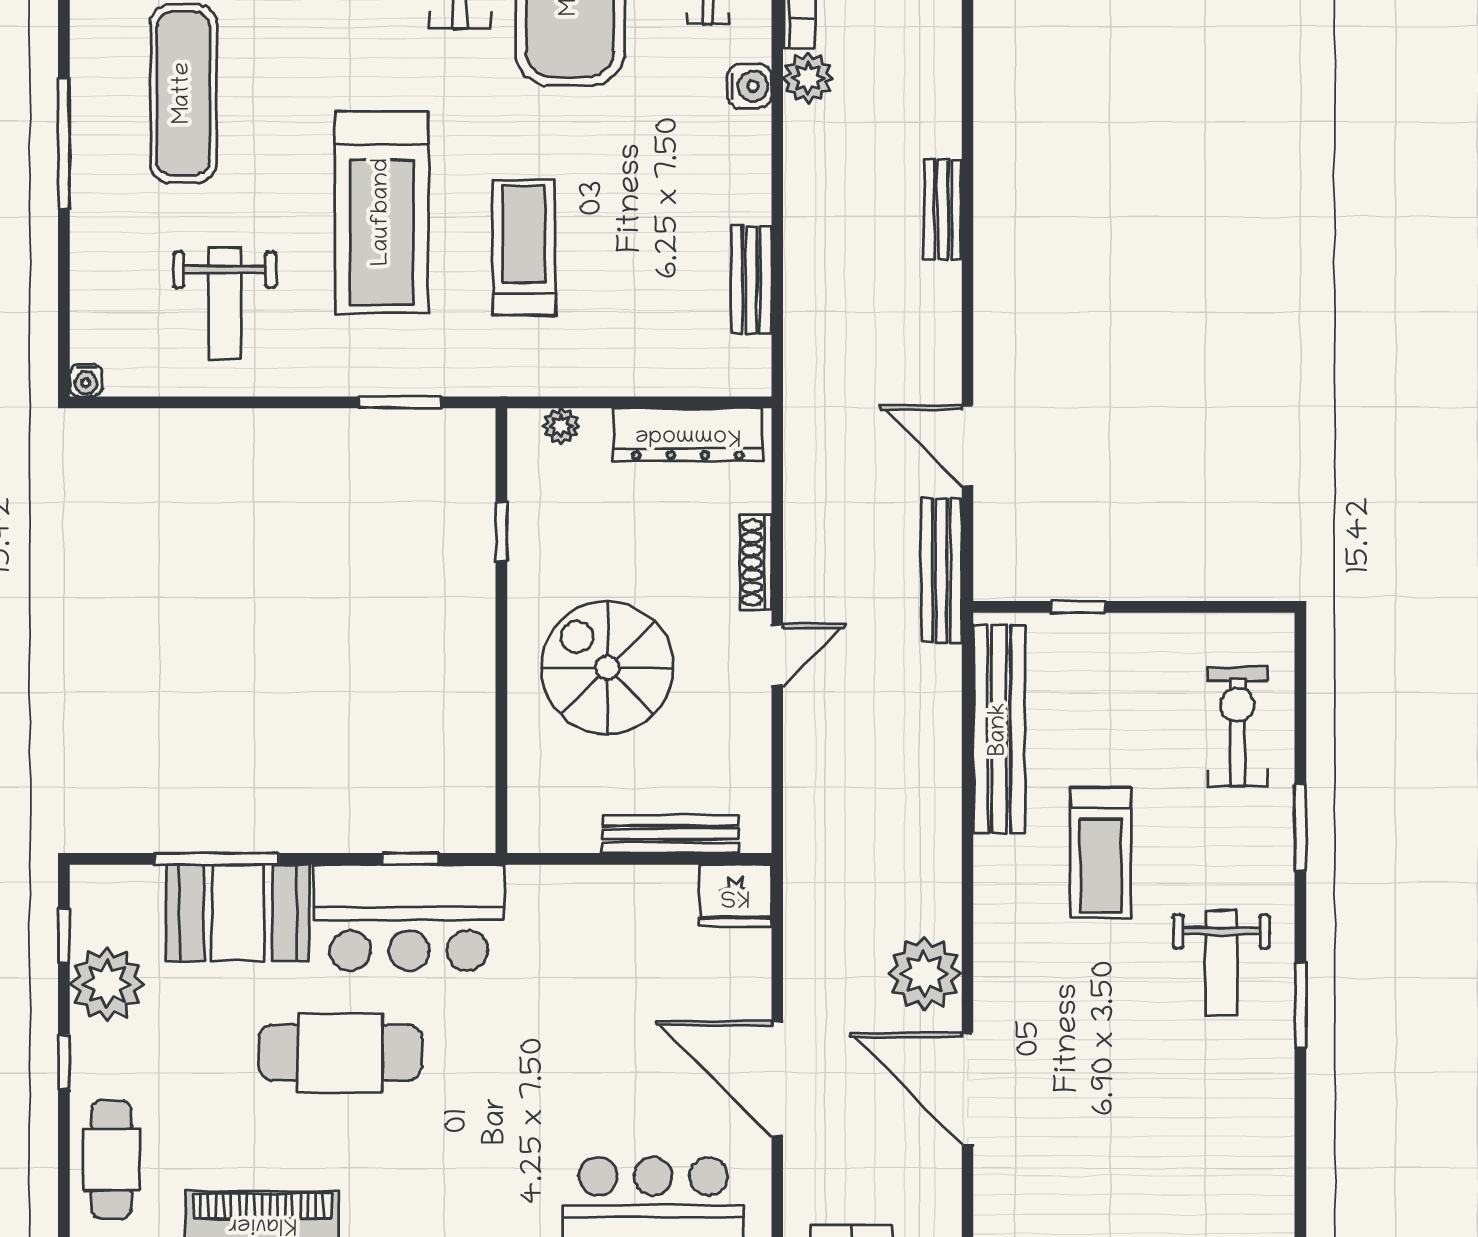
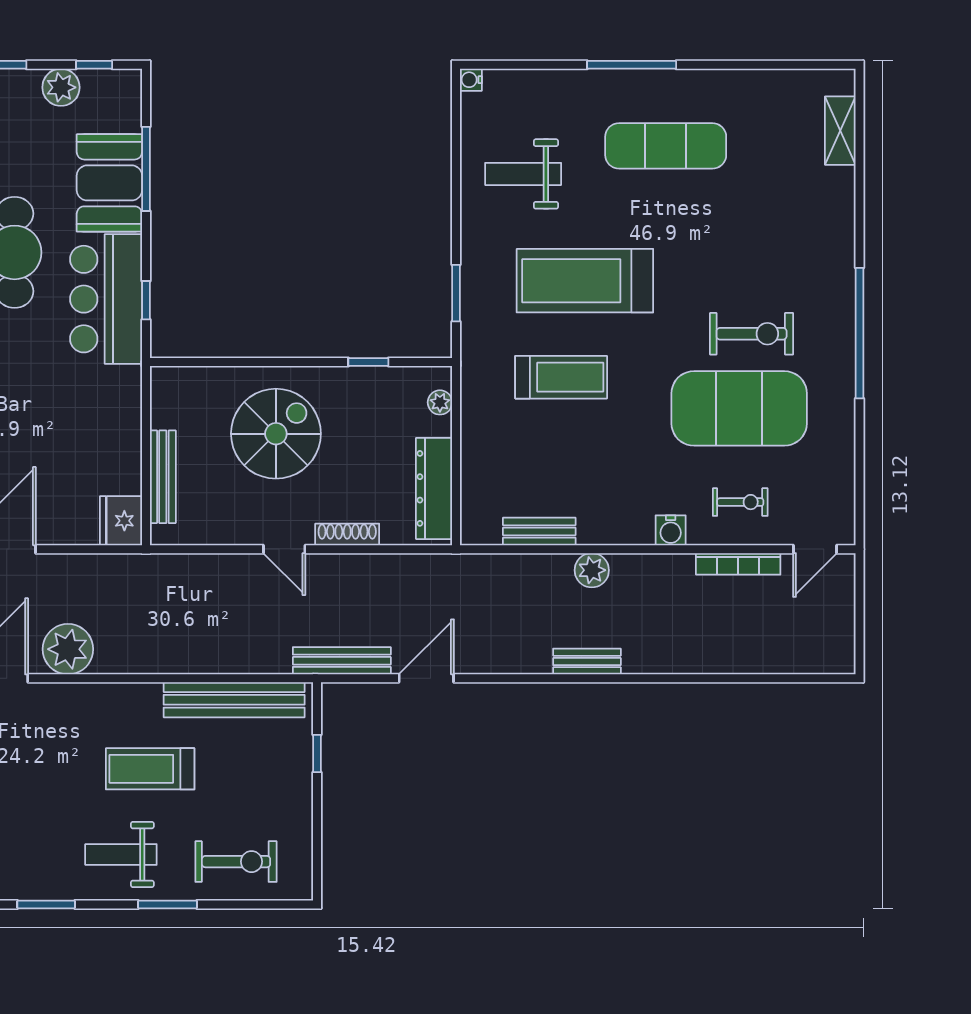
plant: (808, 78) -> (592, 570), moved
weight bench: (1221, 963) -> (121, 854), moved
plant: (107, 984) -> (61, 87), width x0.73, depth x0.73

